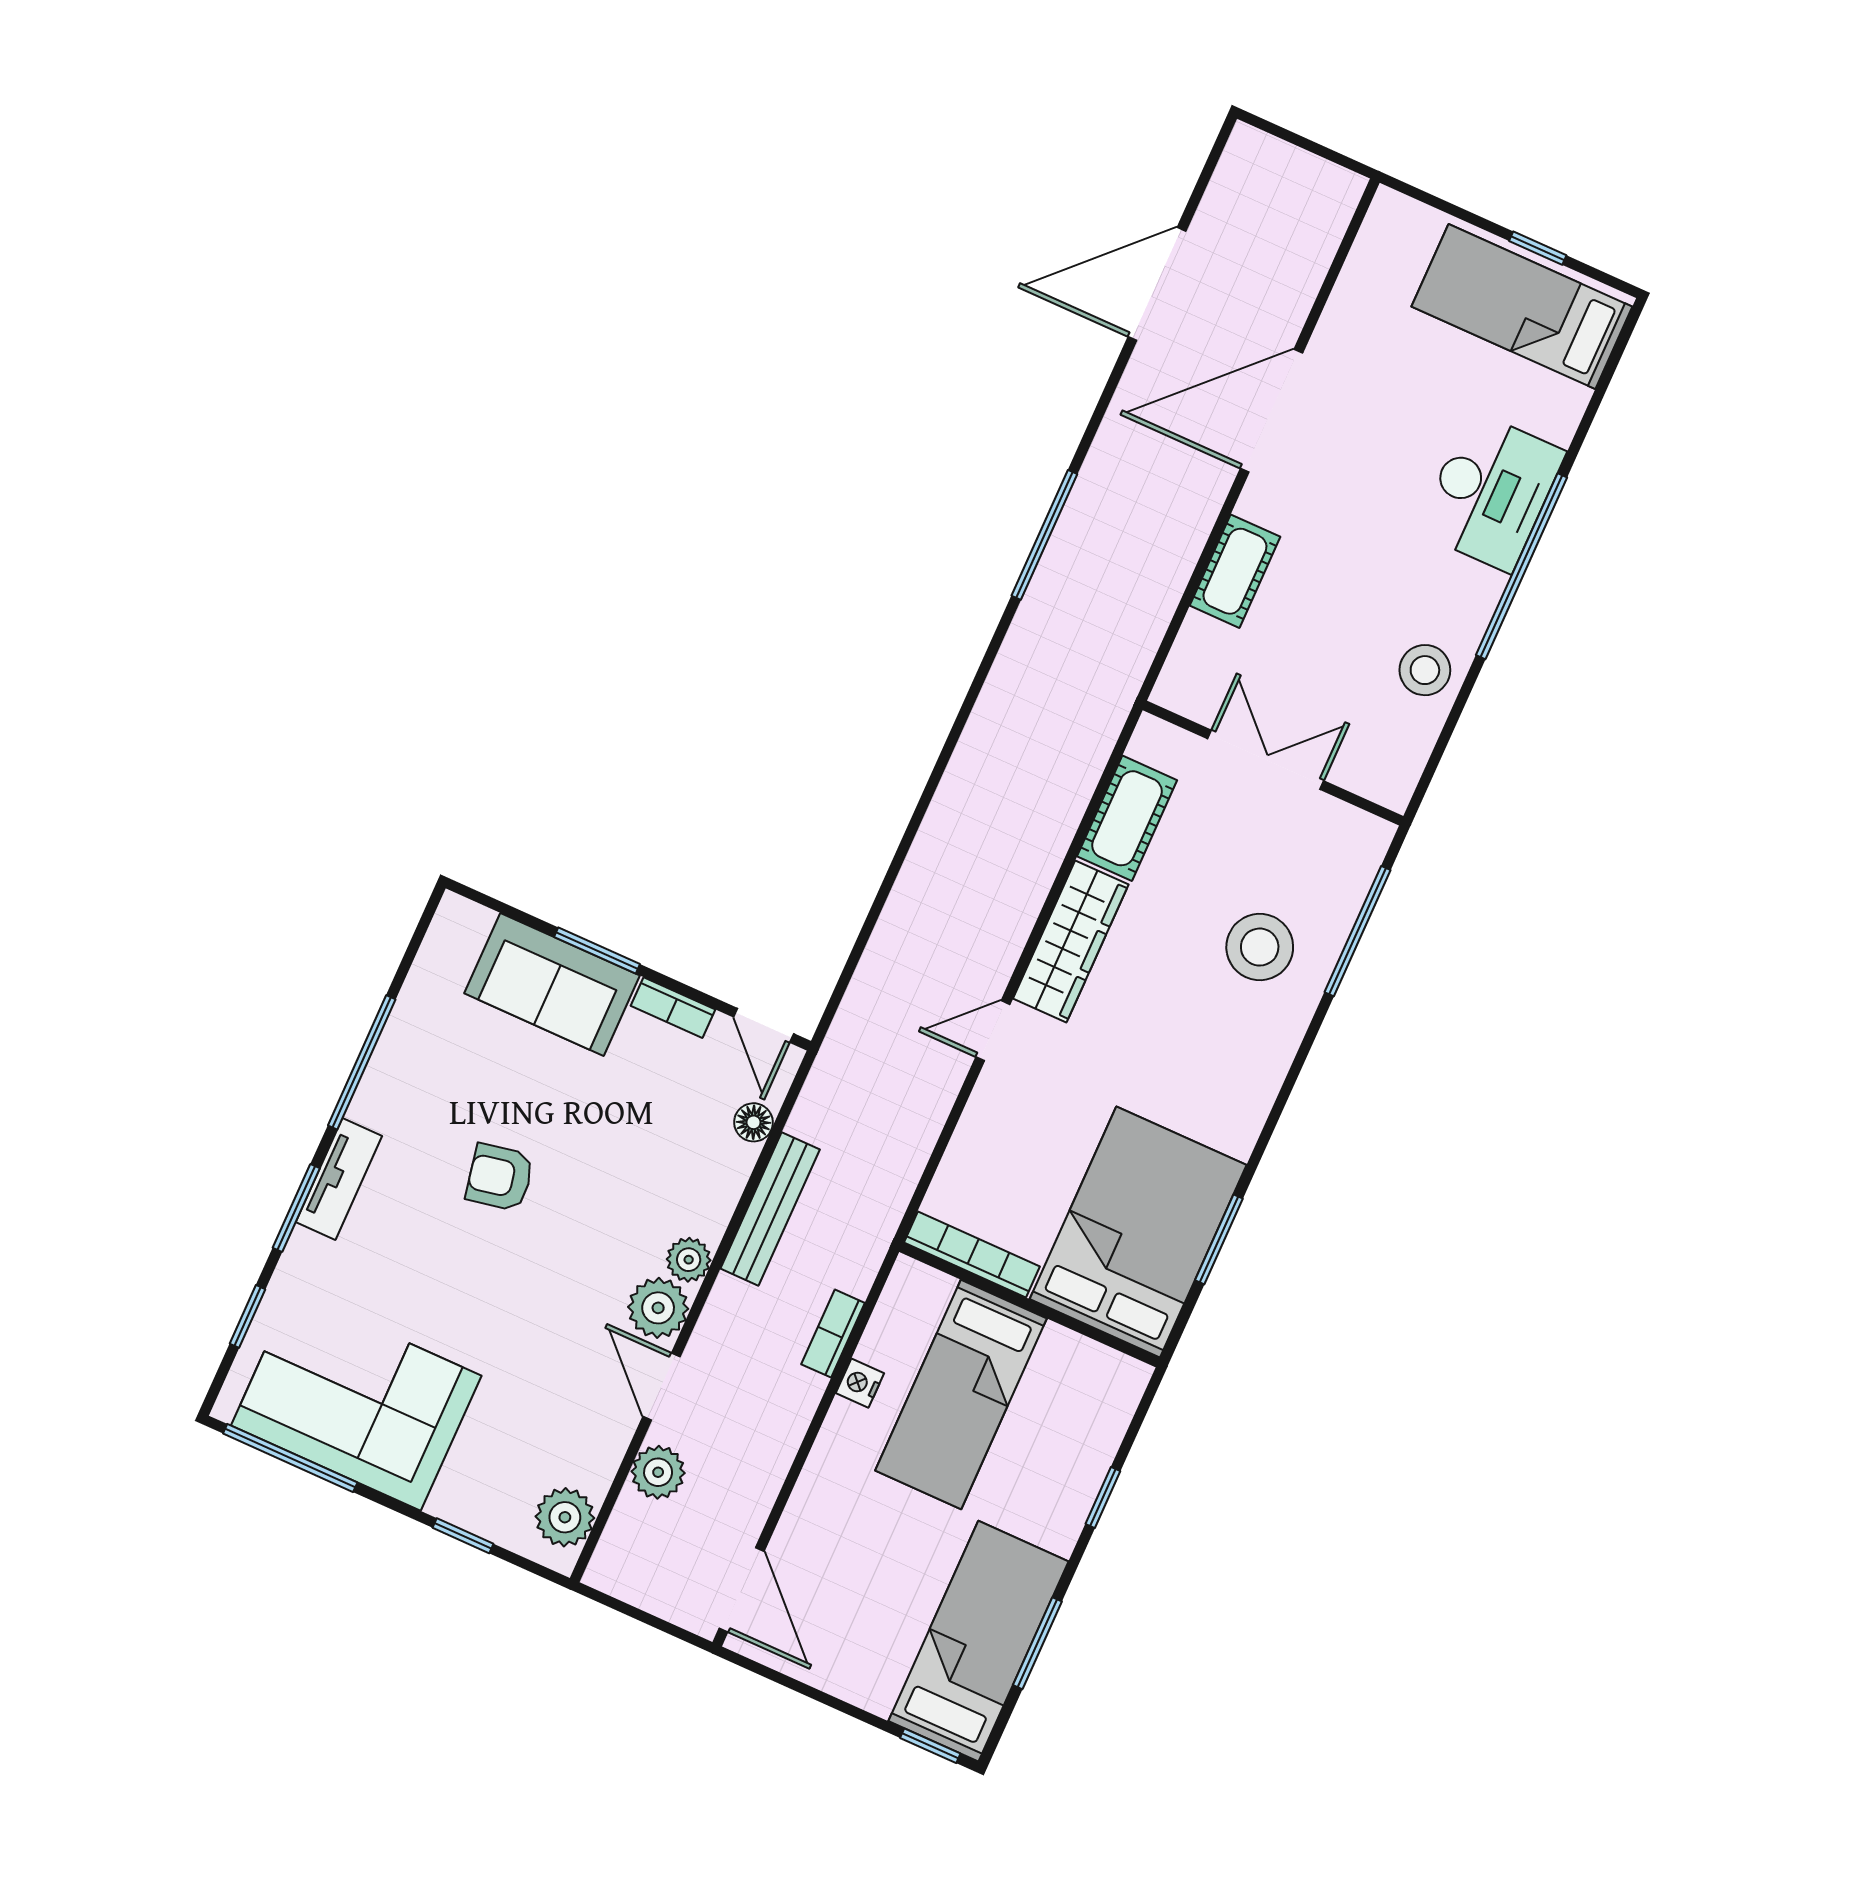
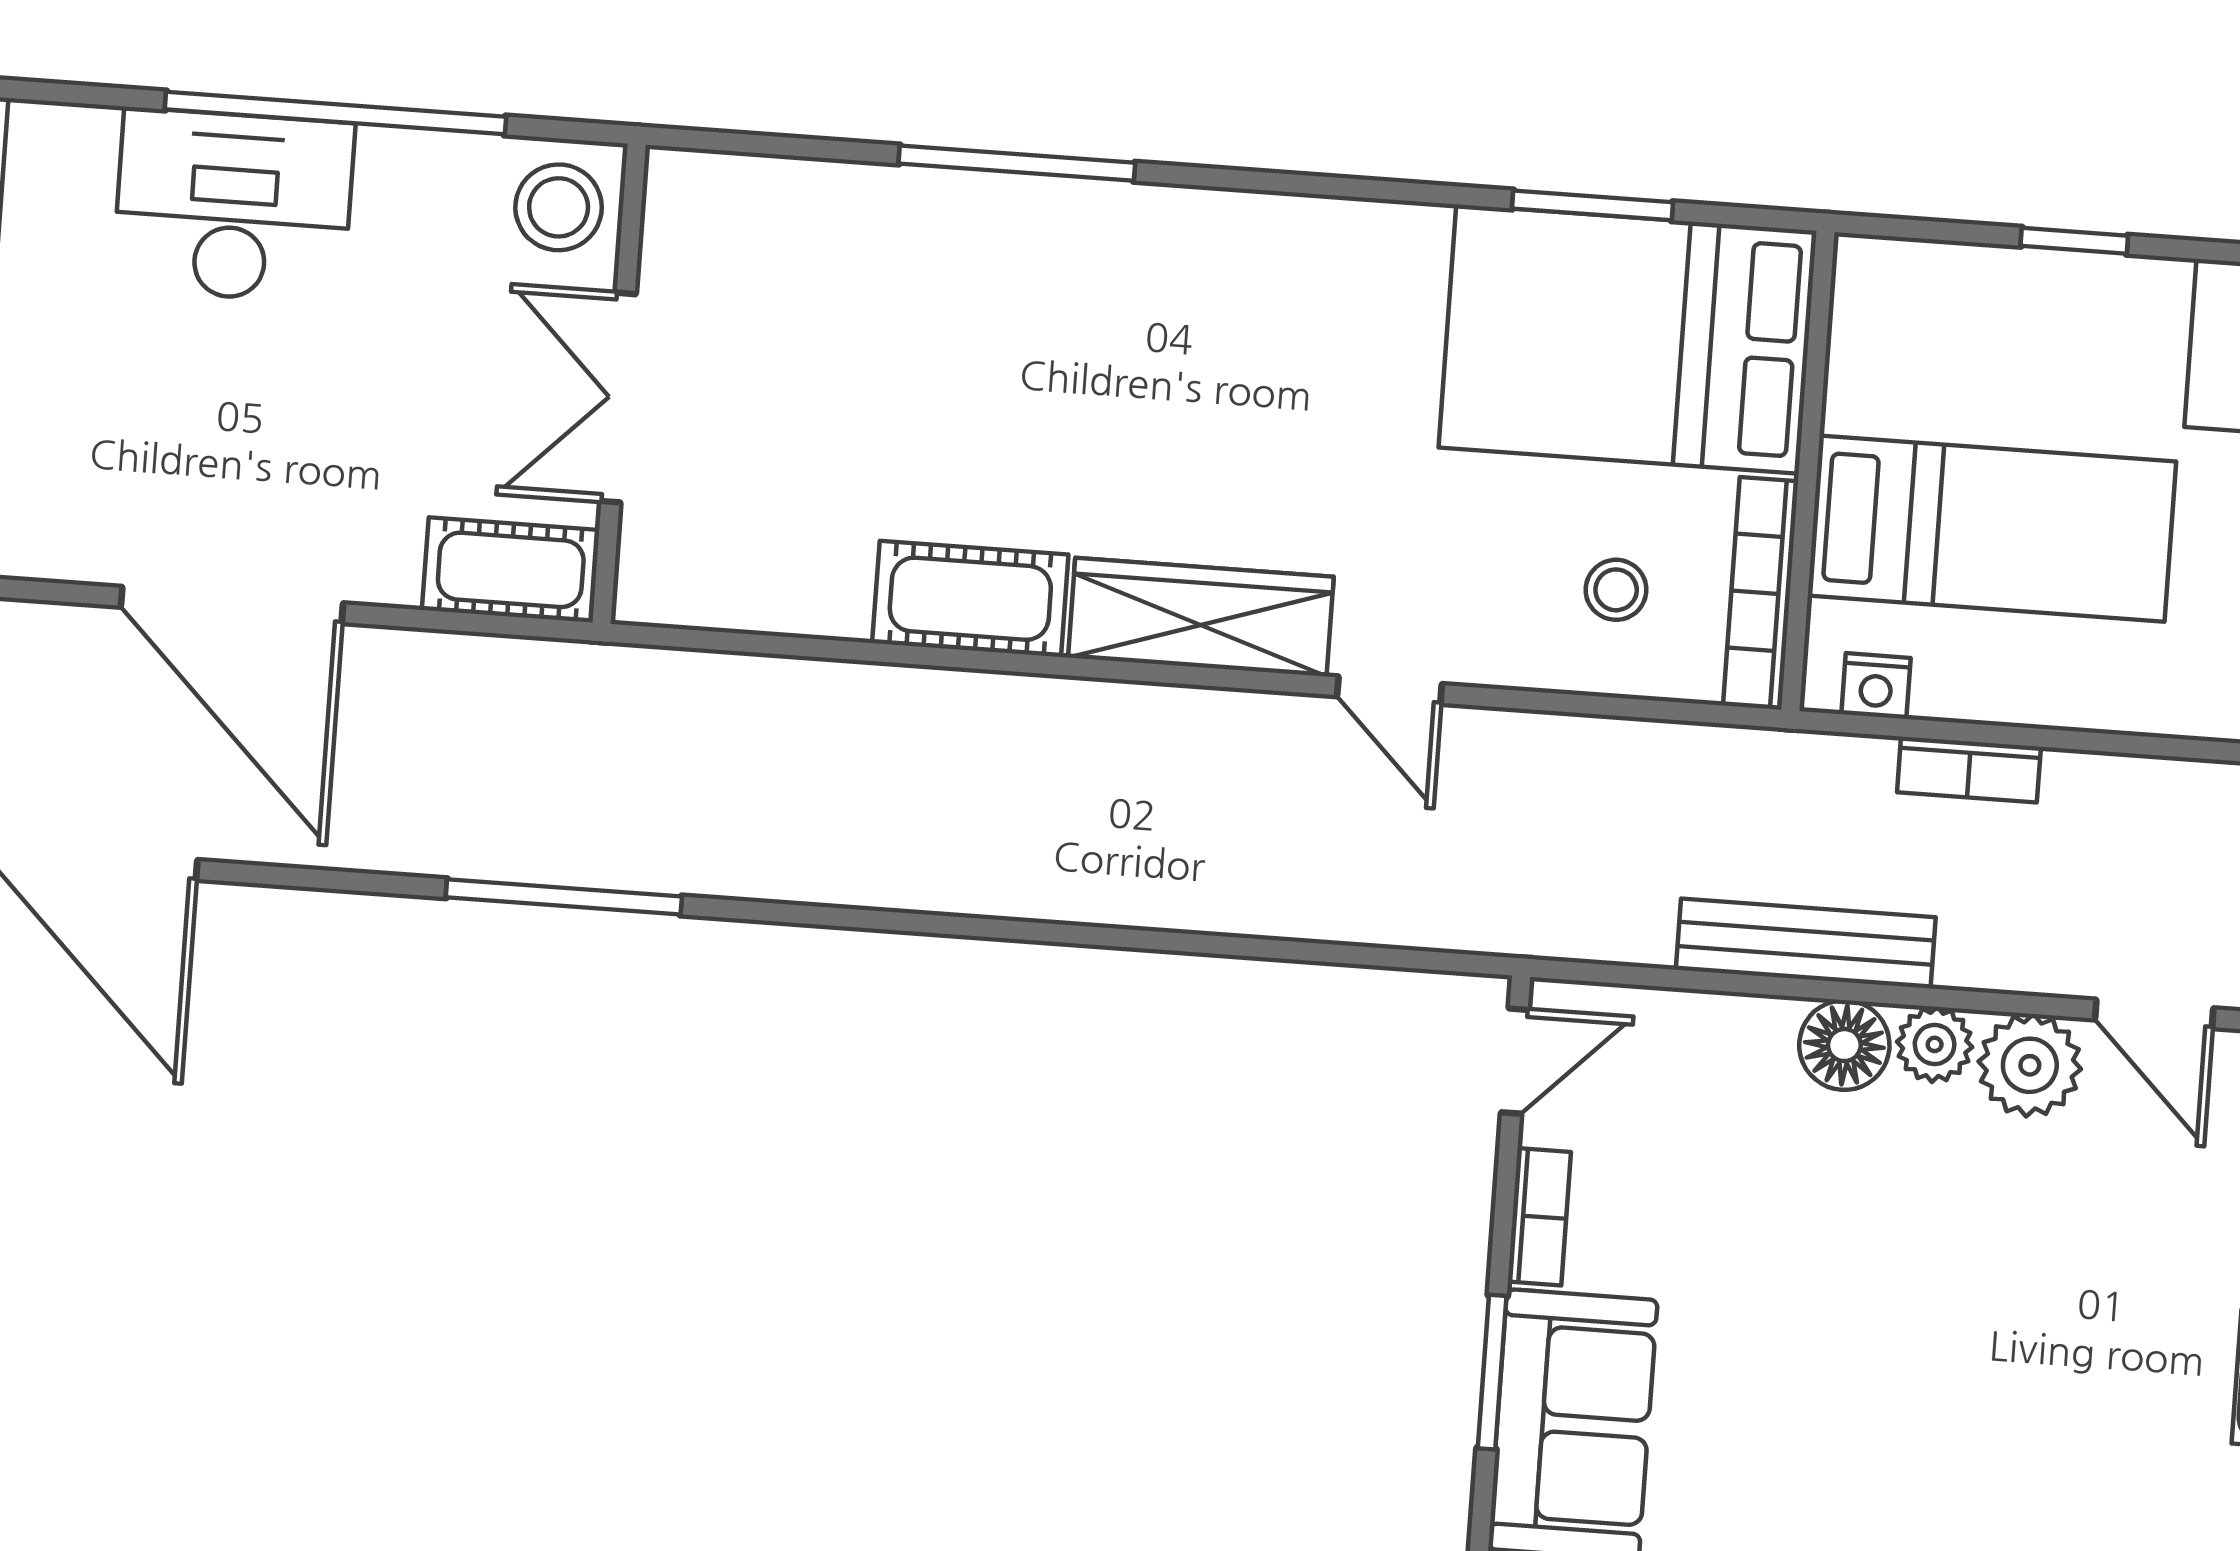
double door: (1266, 760) -> (618, 398), moved
wall: (1273, 763) -> (619, 384), moved
stool: (1260, 947) -> (1616, 590), moved, width x0.53, depth x0.53
floor lamp: (754, 1122) -> (1844, 1045), moved, width x1.37, depth x1.37
armchair: (500, 1177) -> (1913, 1396), removed
nightstand: (860, 1383) -> (1876, 686), moved
door: (662, 1387) -> (2154, 1014), hinge flipped

